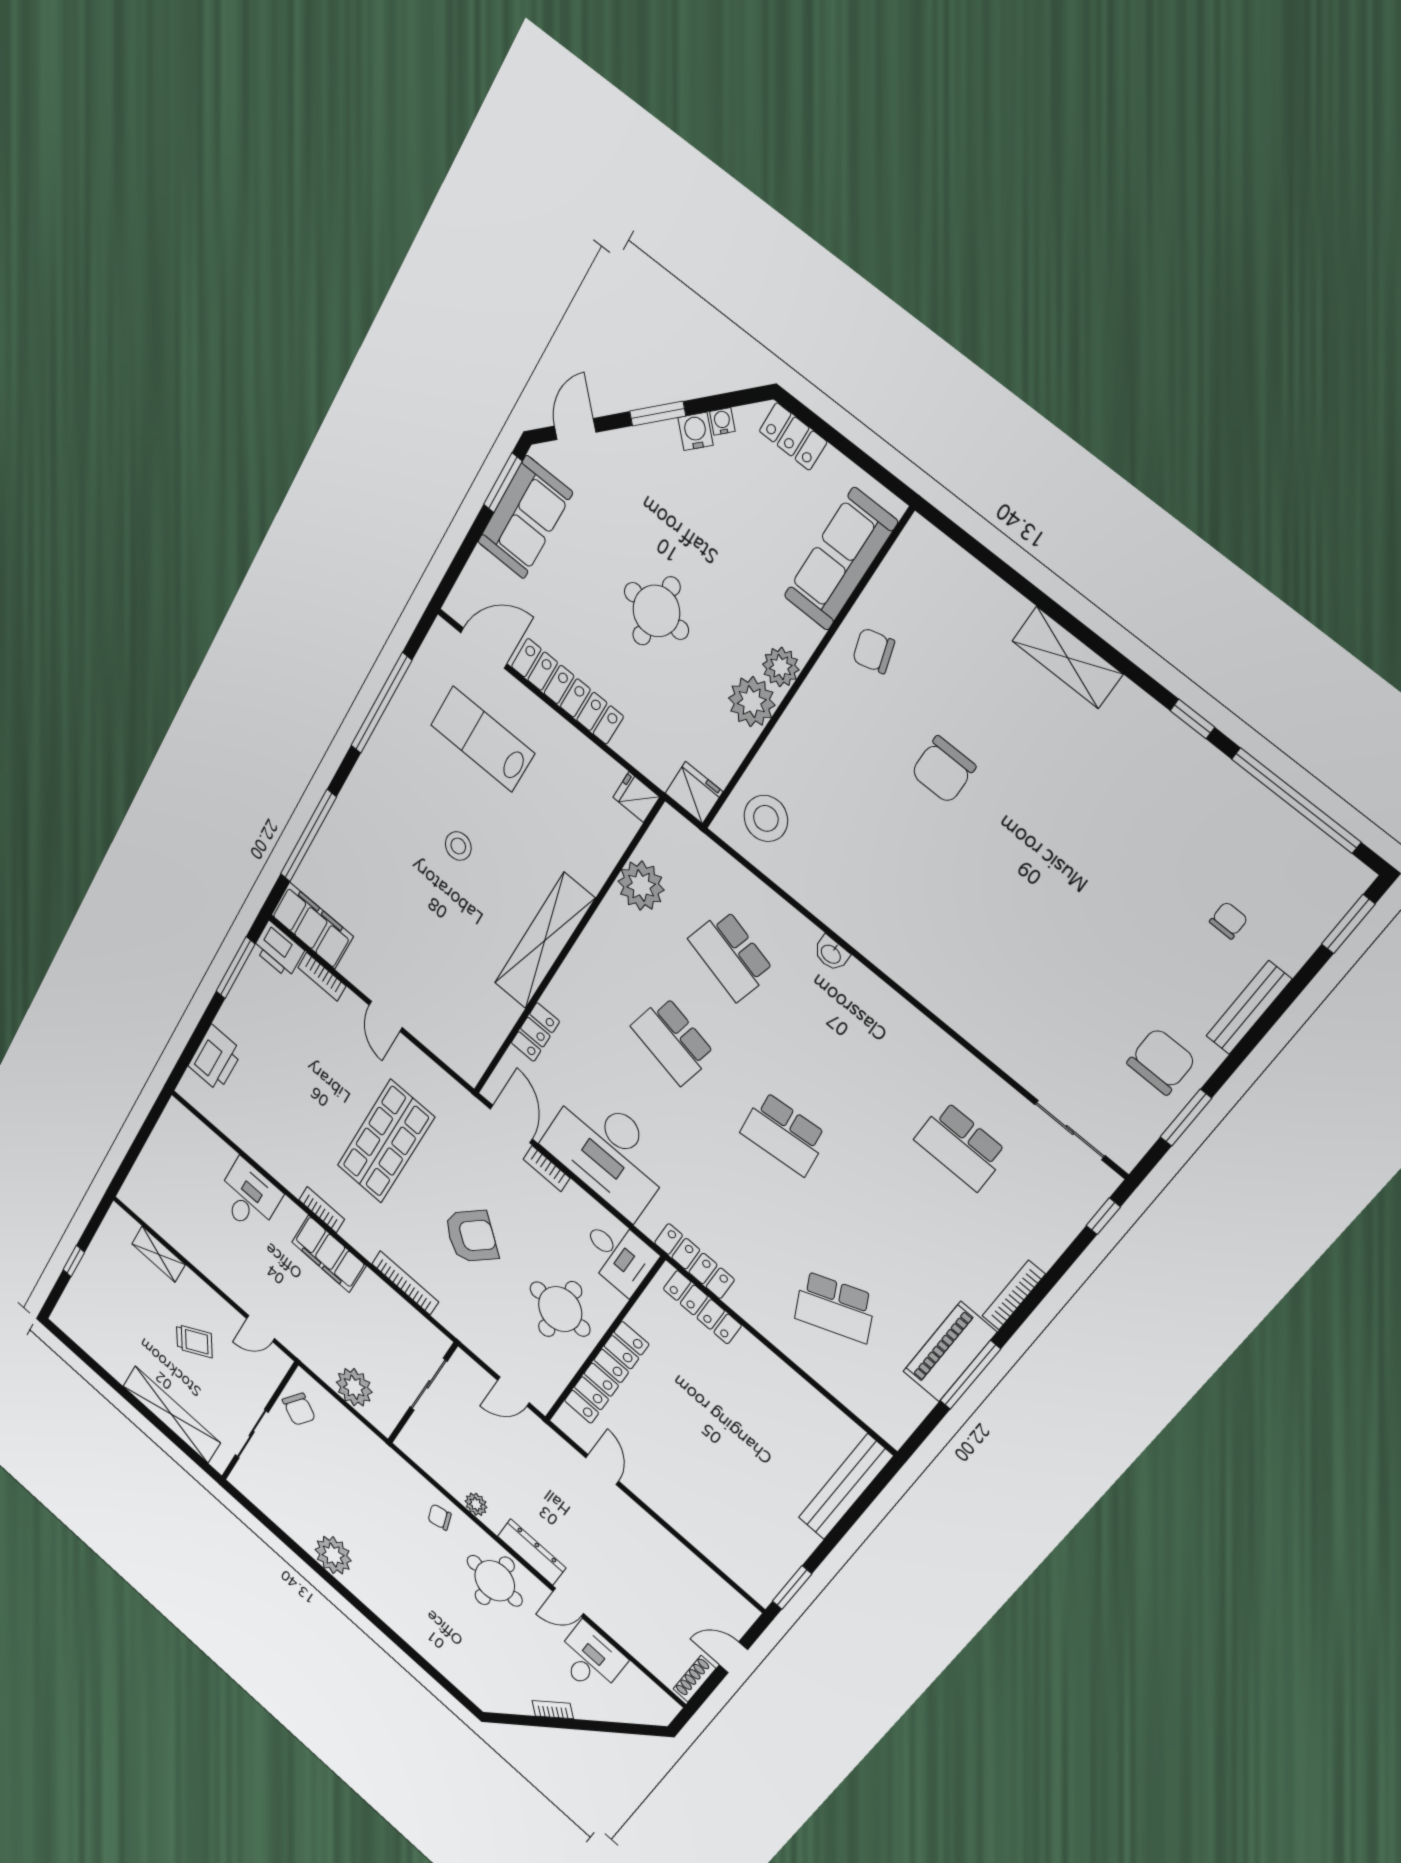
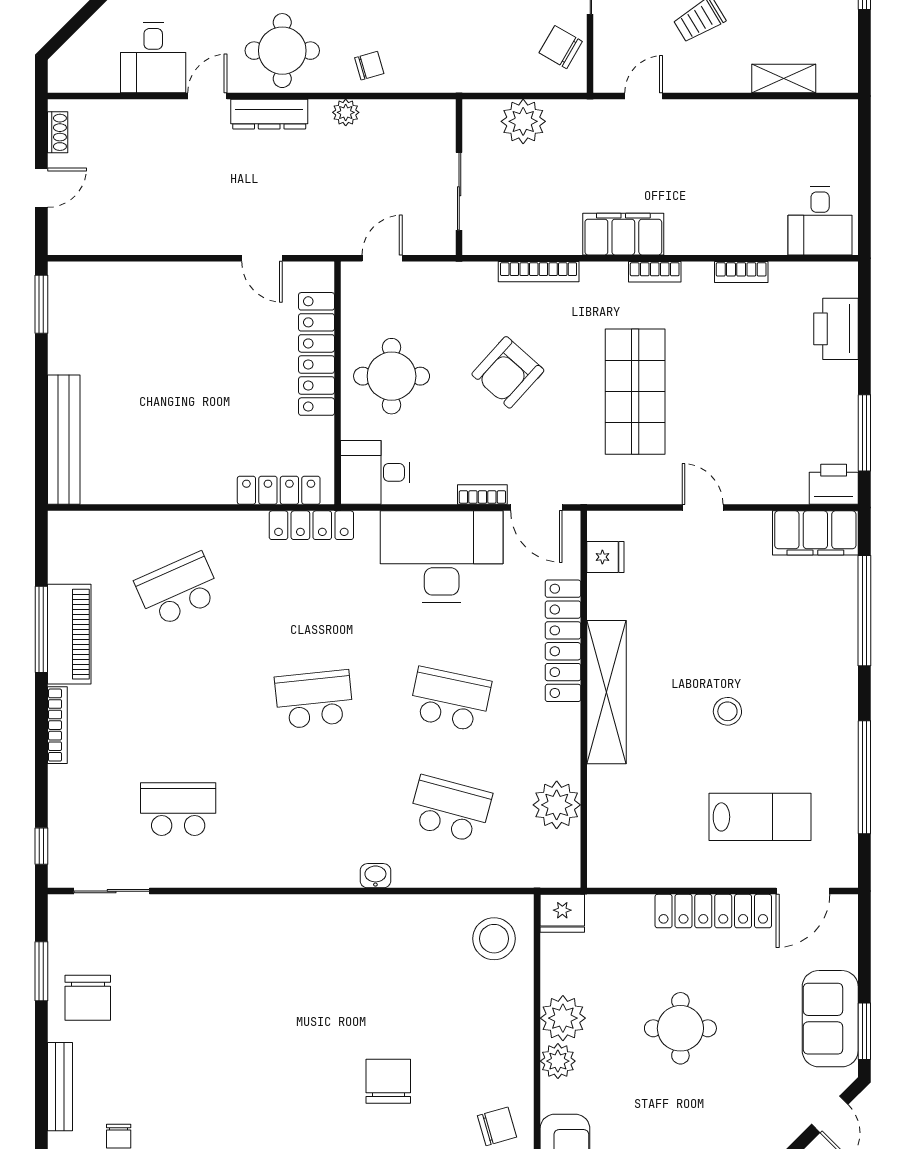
fridge: (636, 797) -> (605, 557), moved
bookcase: (322, 977) -> (741, 272), moved, turned 180
locker: (535, 1032) -> (563, 641), width x2.16, depth x1.21
desk: (249, 1197) -> (820, 221), moved
shoe rack: (694, 1679) -> (58, 132), width x0.70

